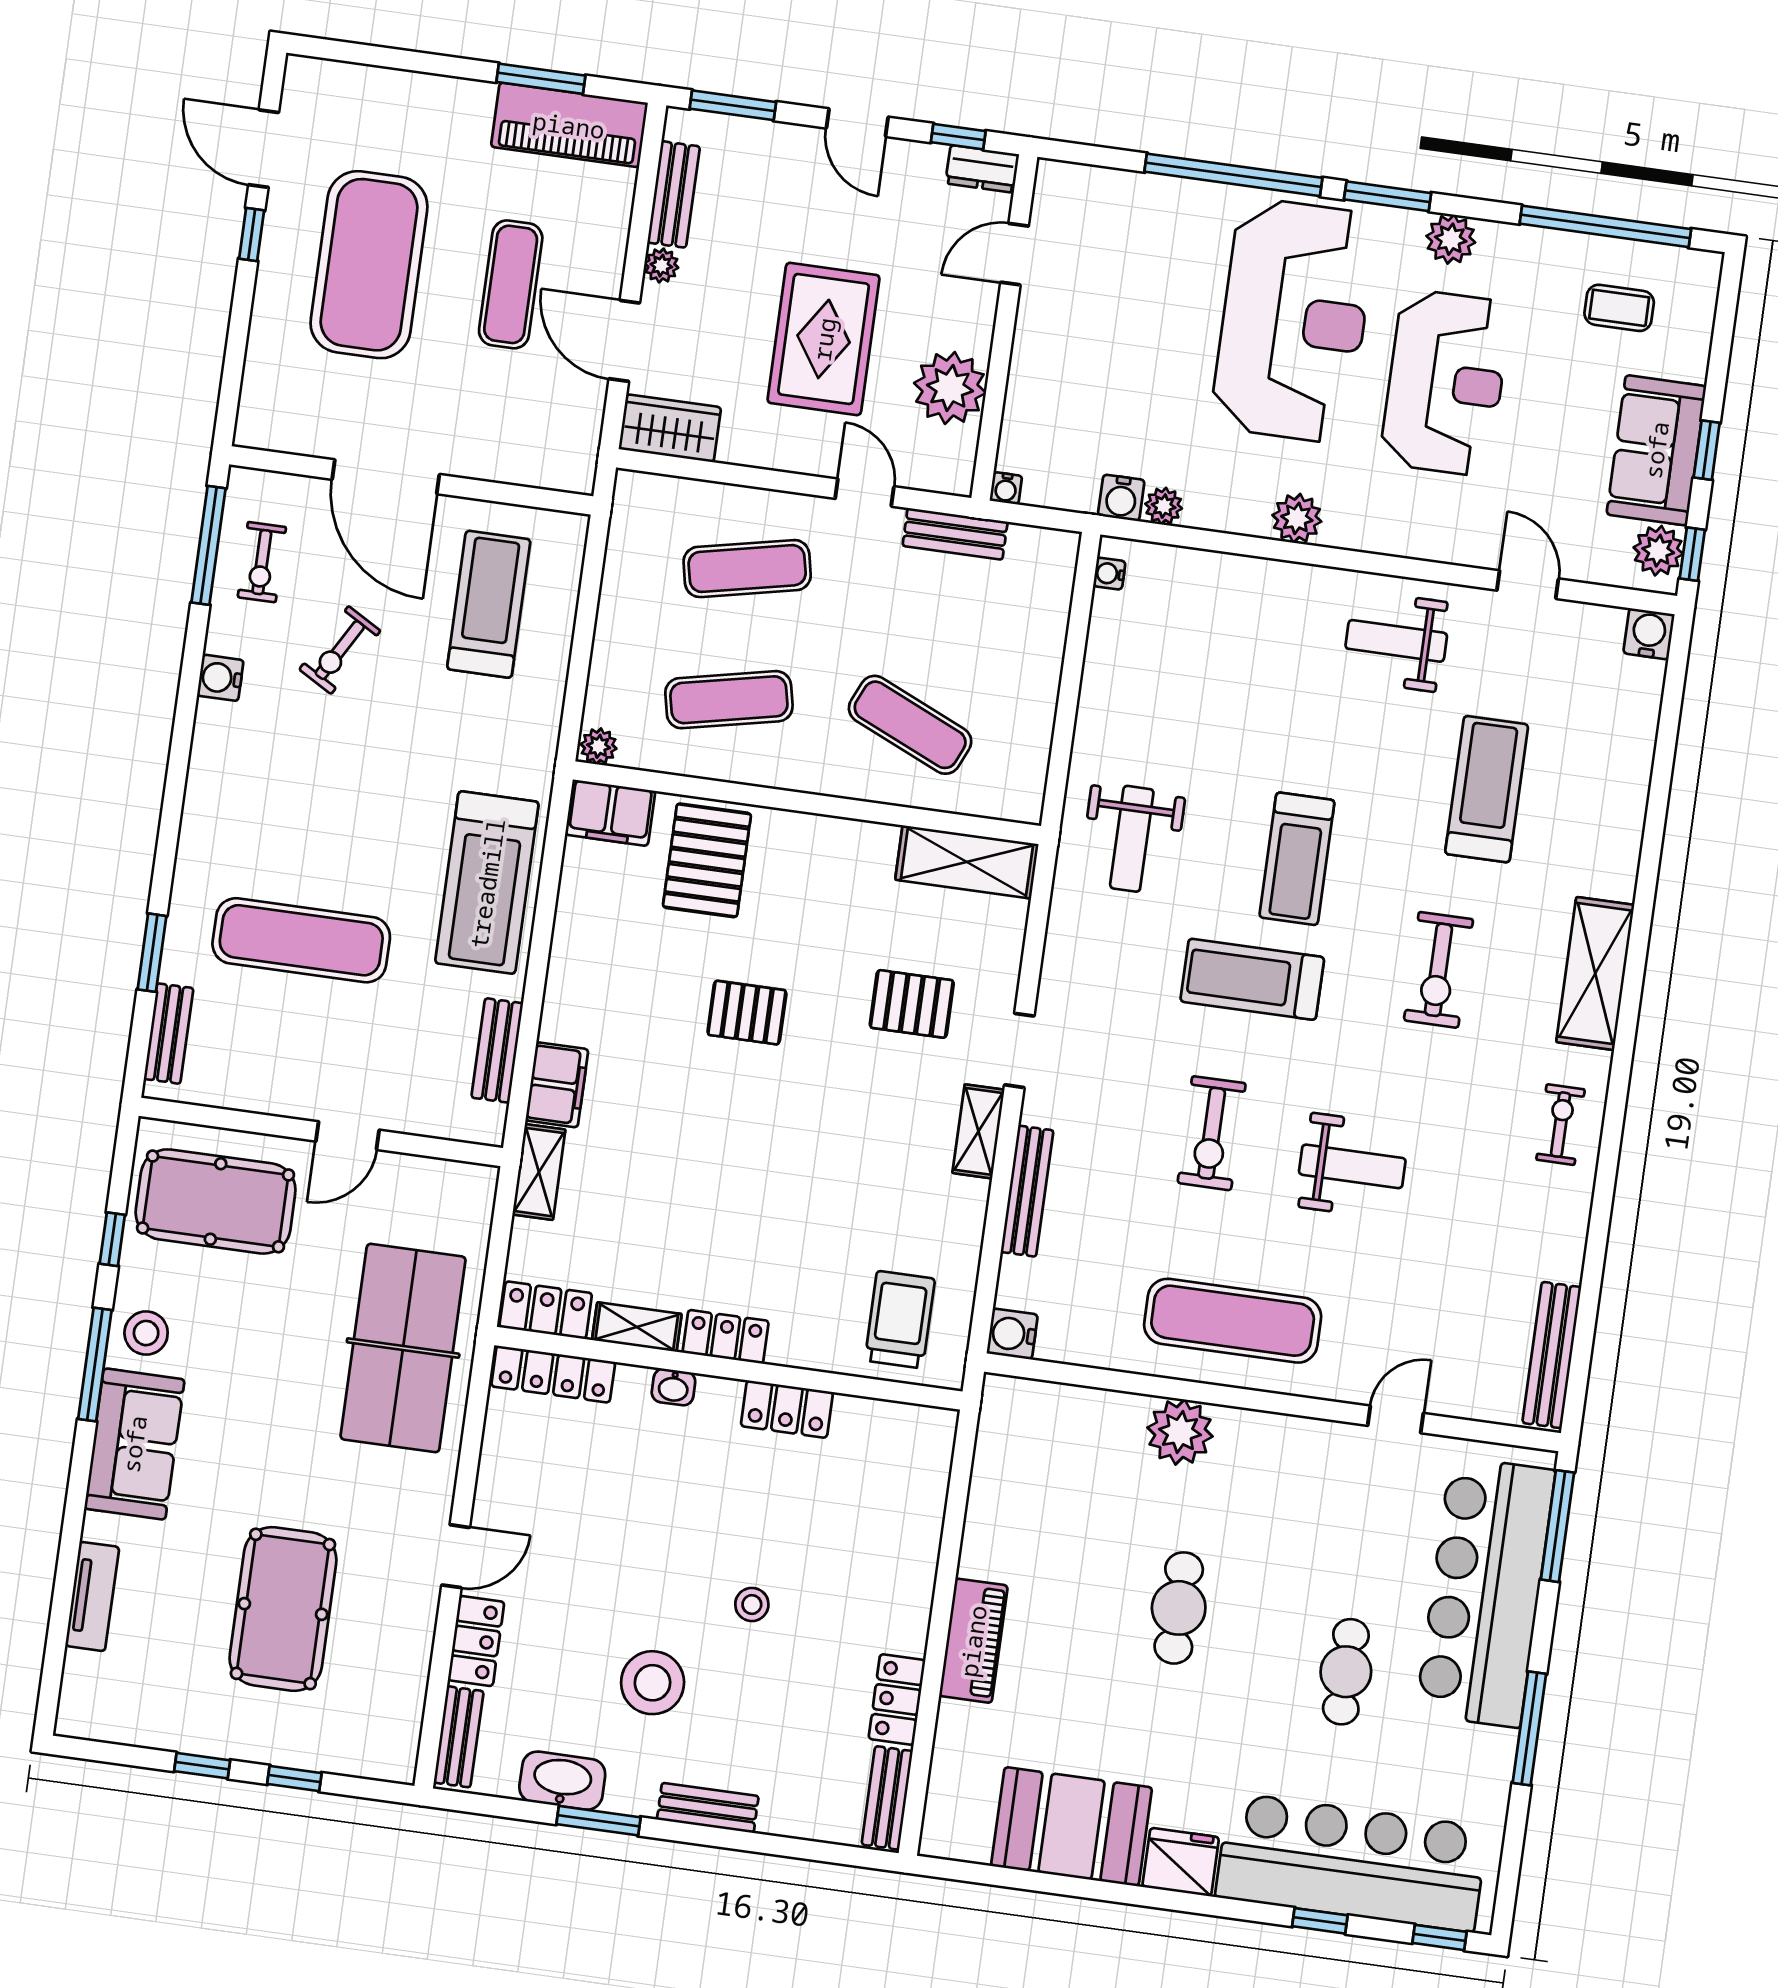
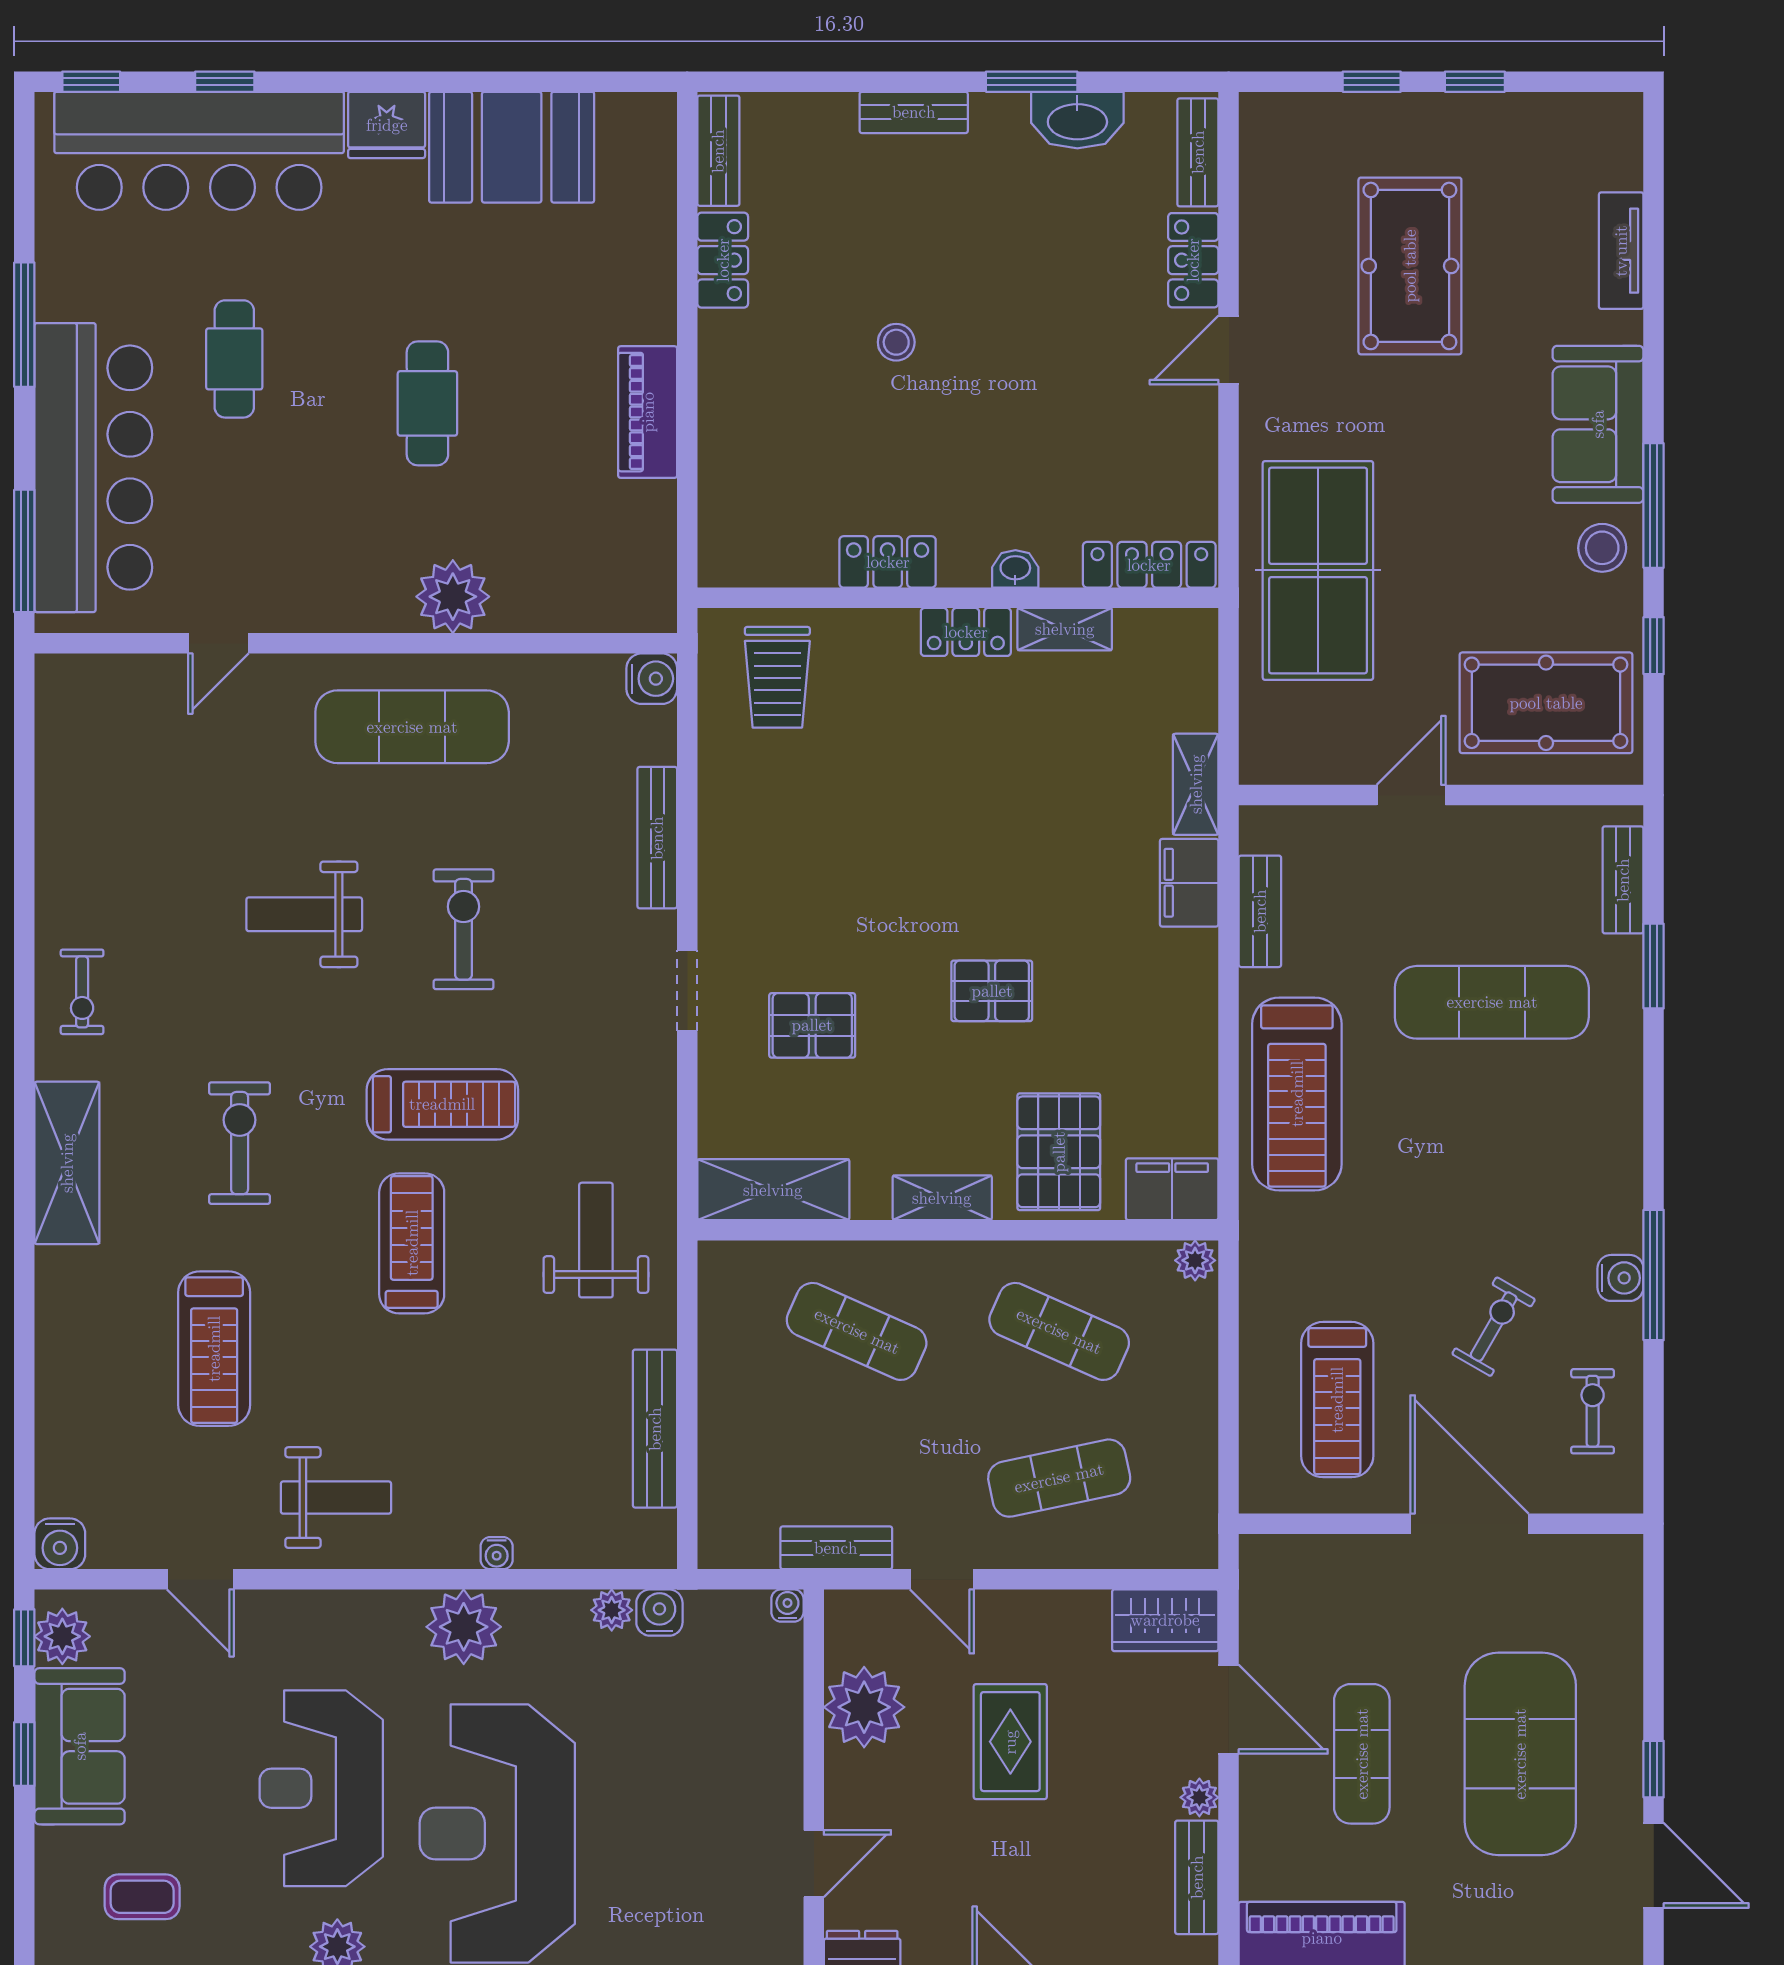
rug: (824, 339) -> (1010, 1742), width x0.73, depth x0.70
plant: (1297, 518) -> (464, 1627), width x1.36, depth x1.36
window: (209, 545) -> (1654, 1275), moved
water cooler: (1109, 574) -> (497, 1553), moved, turned 90
exercise mat: (729, 700) -> (1059, 1331), turned 36
treadmill: (487, 883) -> (1297, 1094), turned 180
shelving: (978, 1131) -> (942, 1198), moved, turned 90
locker: (546, 1310) -> (1167, 634), removed
bench: (1552, 1355) -> (655, 1429), moved
piano: (973, 1641) -> (648, 412), moved
stool: (653, 1683) -> (993, 241), removed

